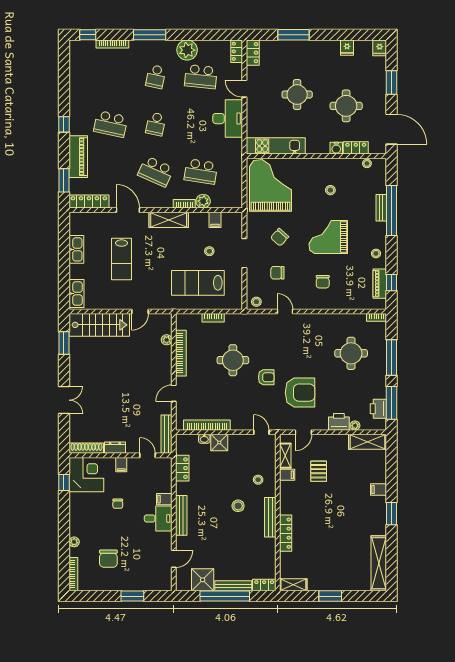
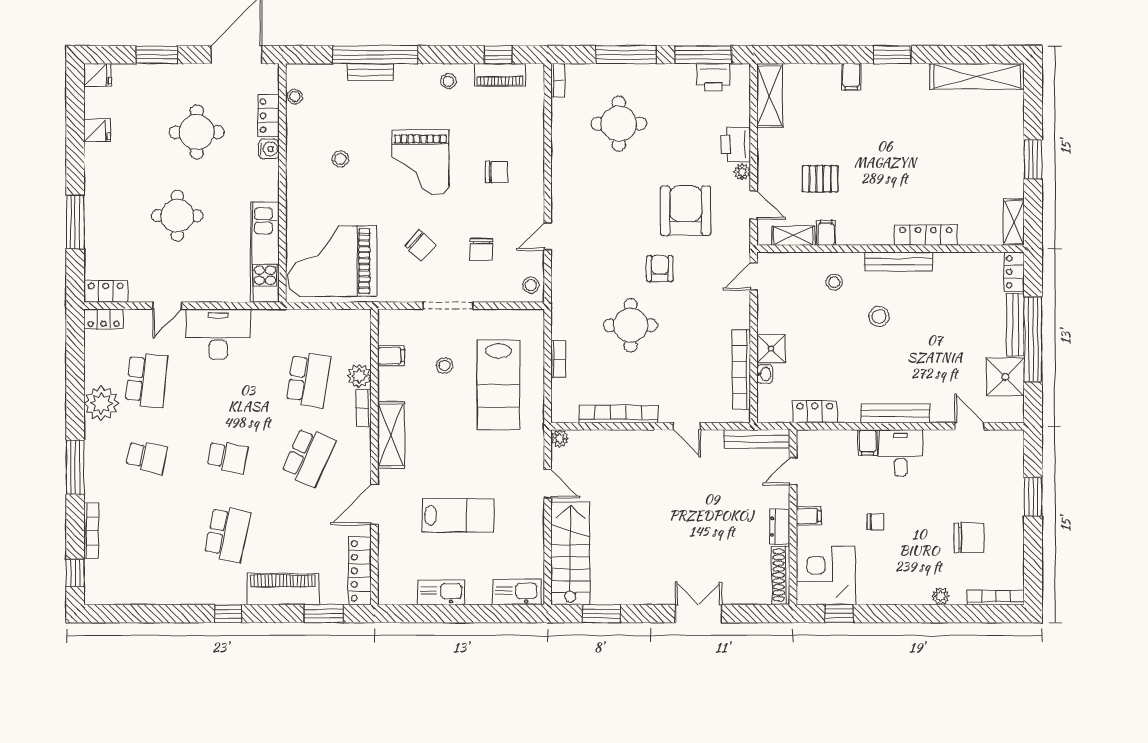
plant: (167, 340) -> (560, 438), moved
plant: (355, 426) -> (742, 172), moved

